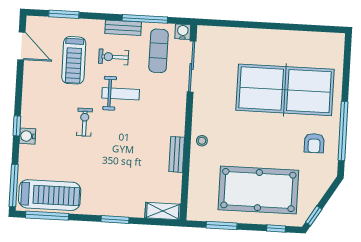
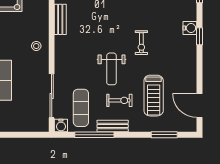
treadmill: (74, 60) -> (154, 96), turned 180
weight bench: (121, 94) -> (112, 69), turned -90
stool: (202, 141) -> (36, 46), moved

